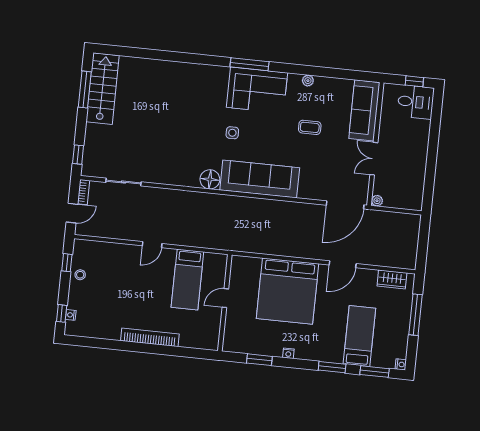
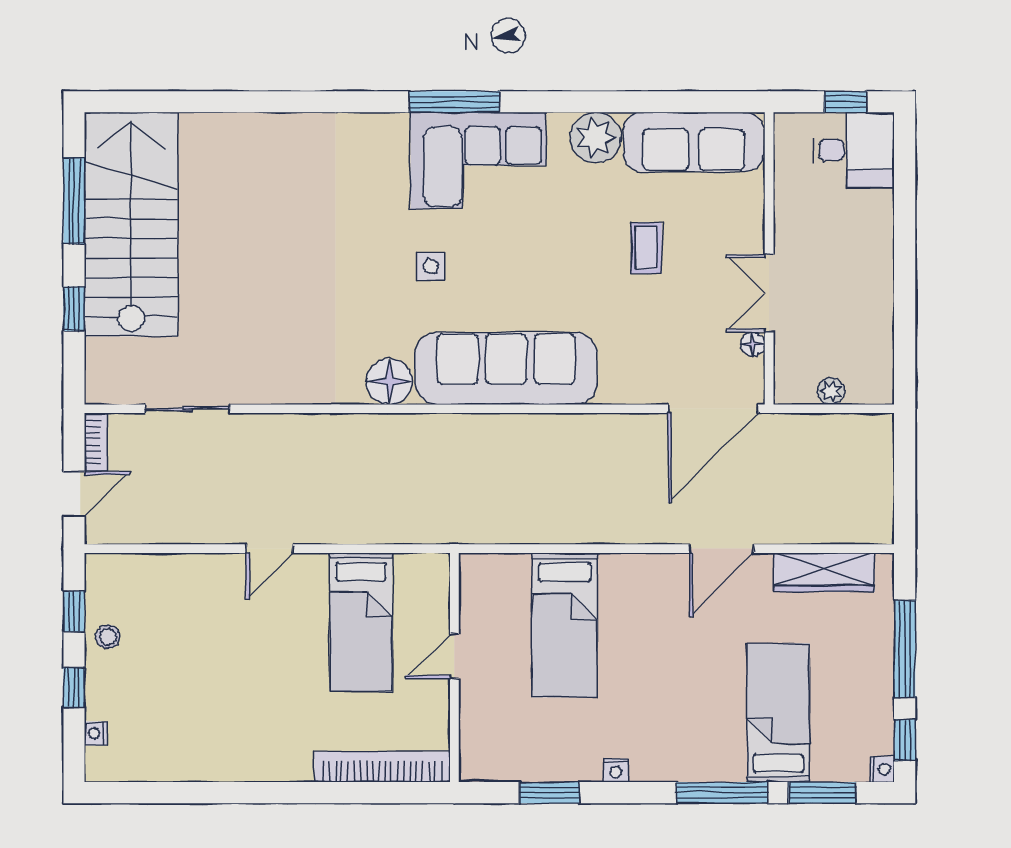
plant: (308, 81) -> (595, 138), width x1.88, depth x1.88
stairs: (103, 89) -> (131, 224), width x1.36, depth x1.51
sofa: (364, 110) -> (694, 142), moved, turned -90
coffee table: (310, 127) -> (646, 248), moved, turned 90
window: (78, 155) -> (74, 309), moved
floor lamp: (365, 179) -> (753, 344), added
plant: (377, 201) -> (831, 391), moved
wardrobe: (392, 279) -> (824, 572), width x1.50
bed: (287, 291) -> (565, 625), width x0.49
window: (62, 313) -> (74, 687), moved
bookcase: (150, 337) -> (382, 767), moved
window: (412, 353) -> (905, 740), added
window: (332, 367) -> (722, 793), width x1.44

